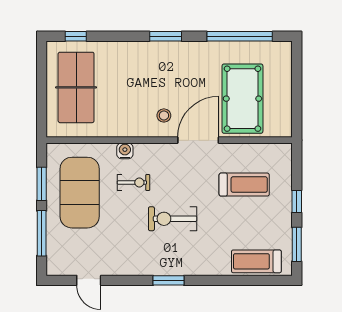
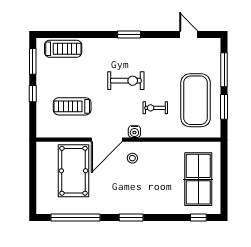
water cooler: (125, 151) -> (134, 132), moved

